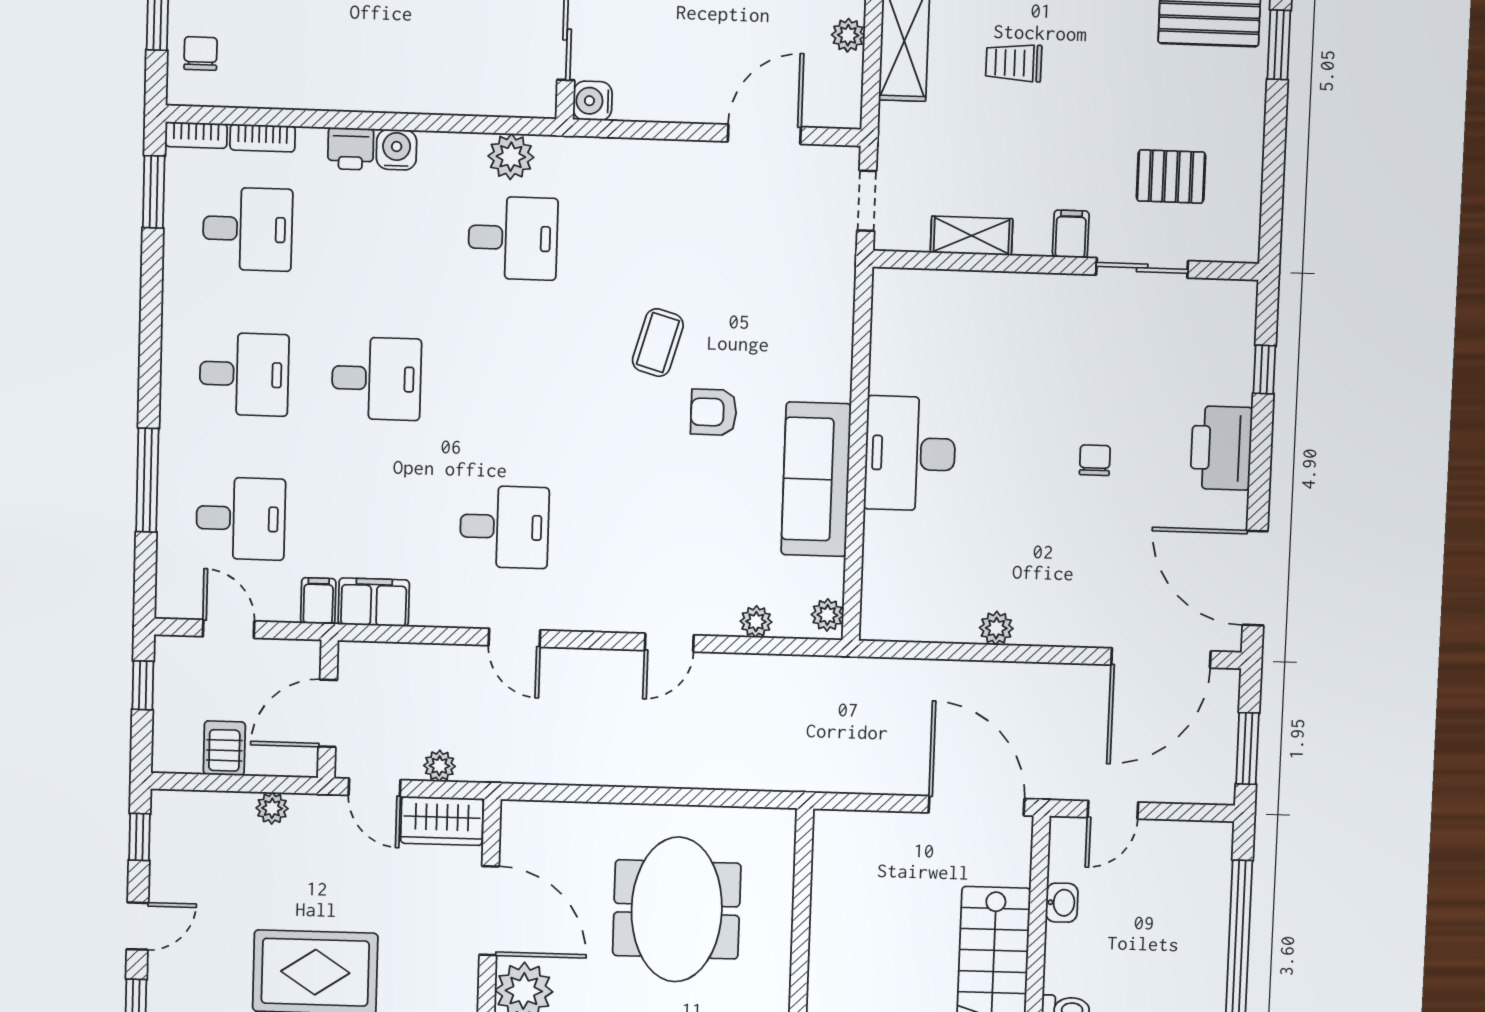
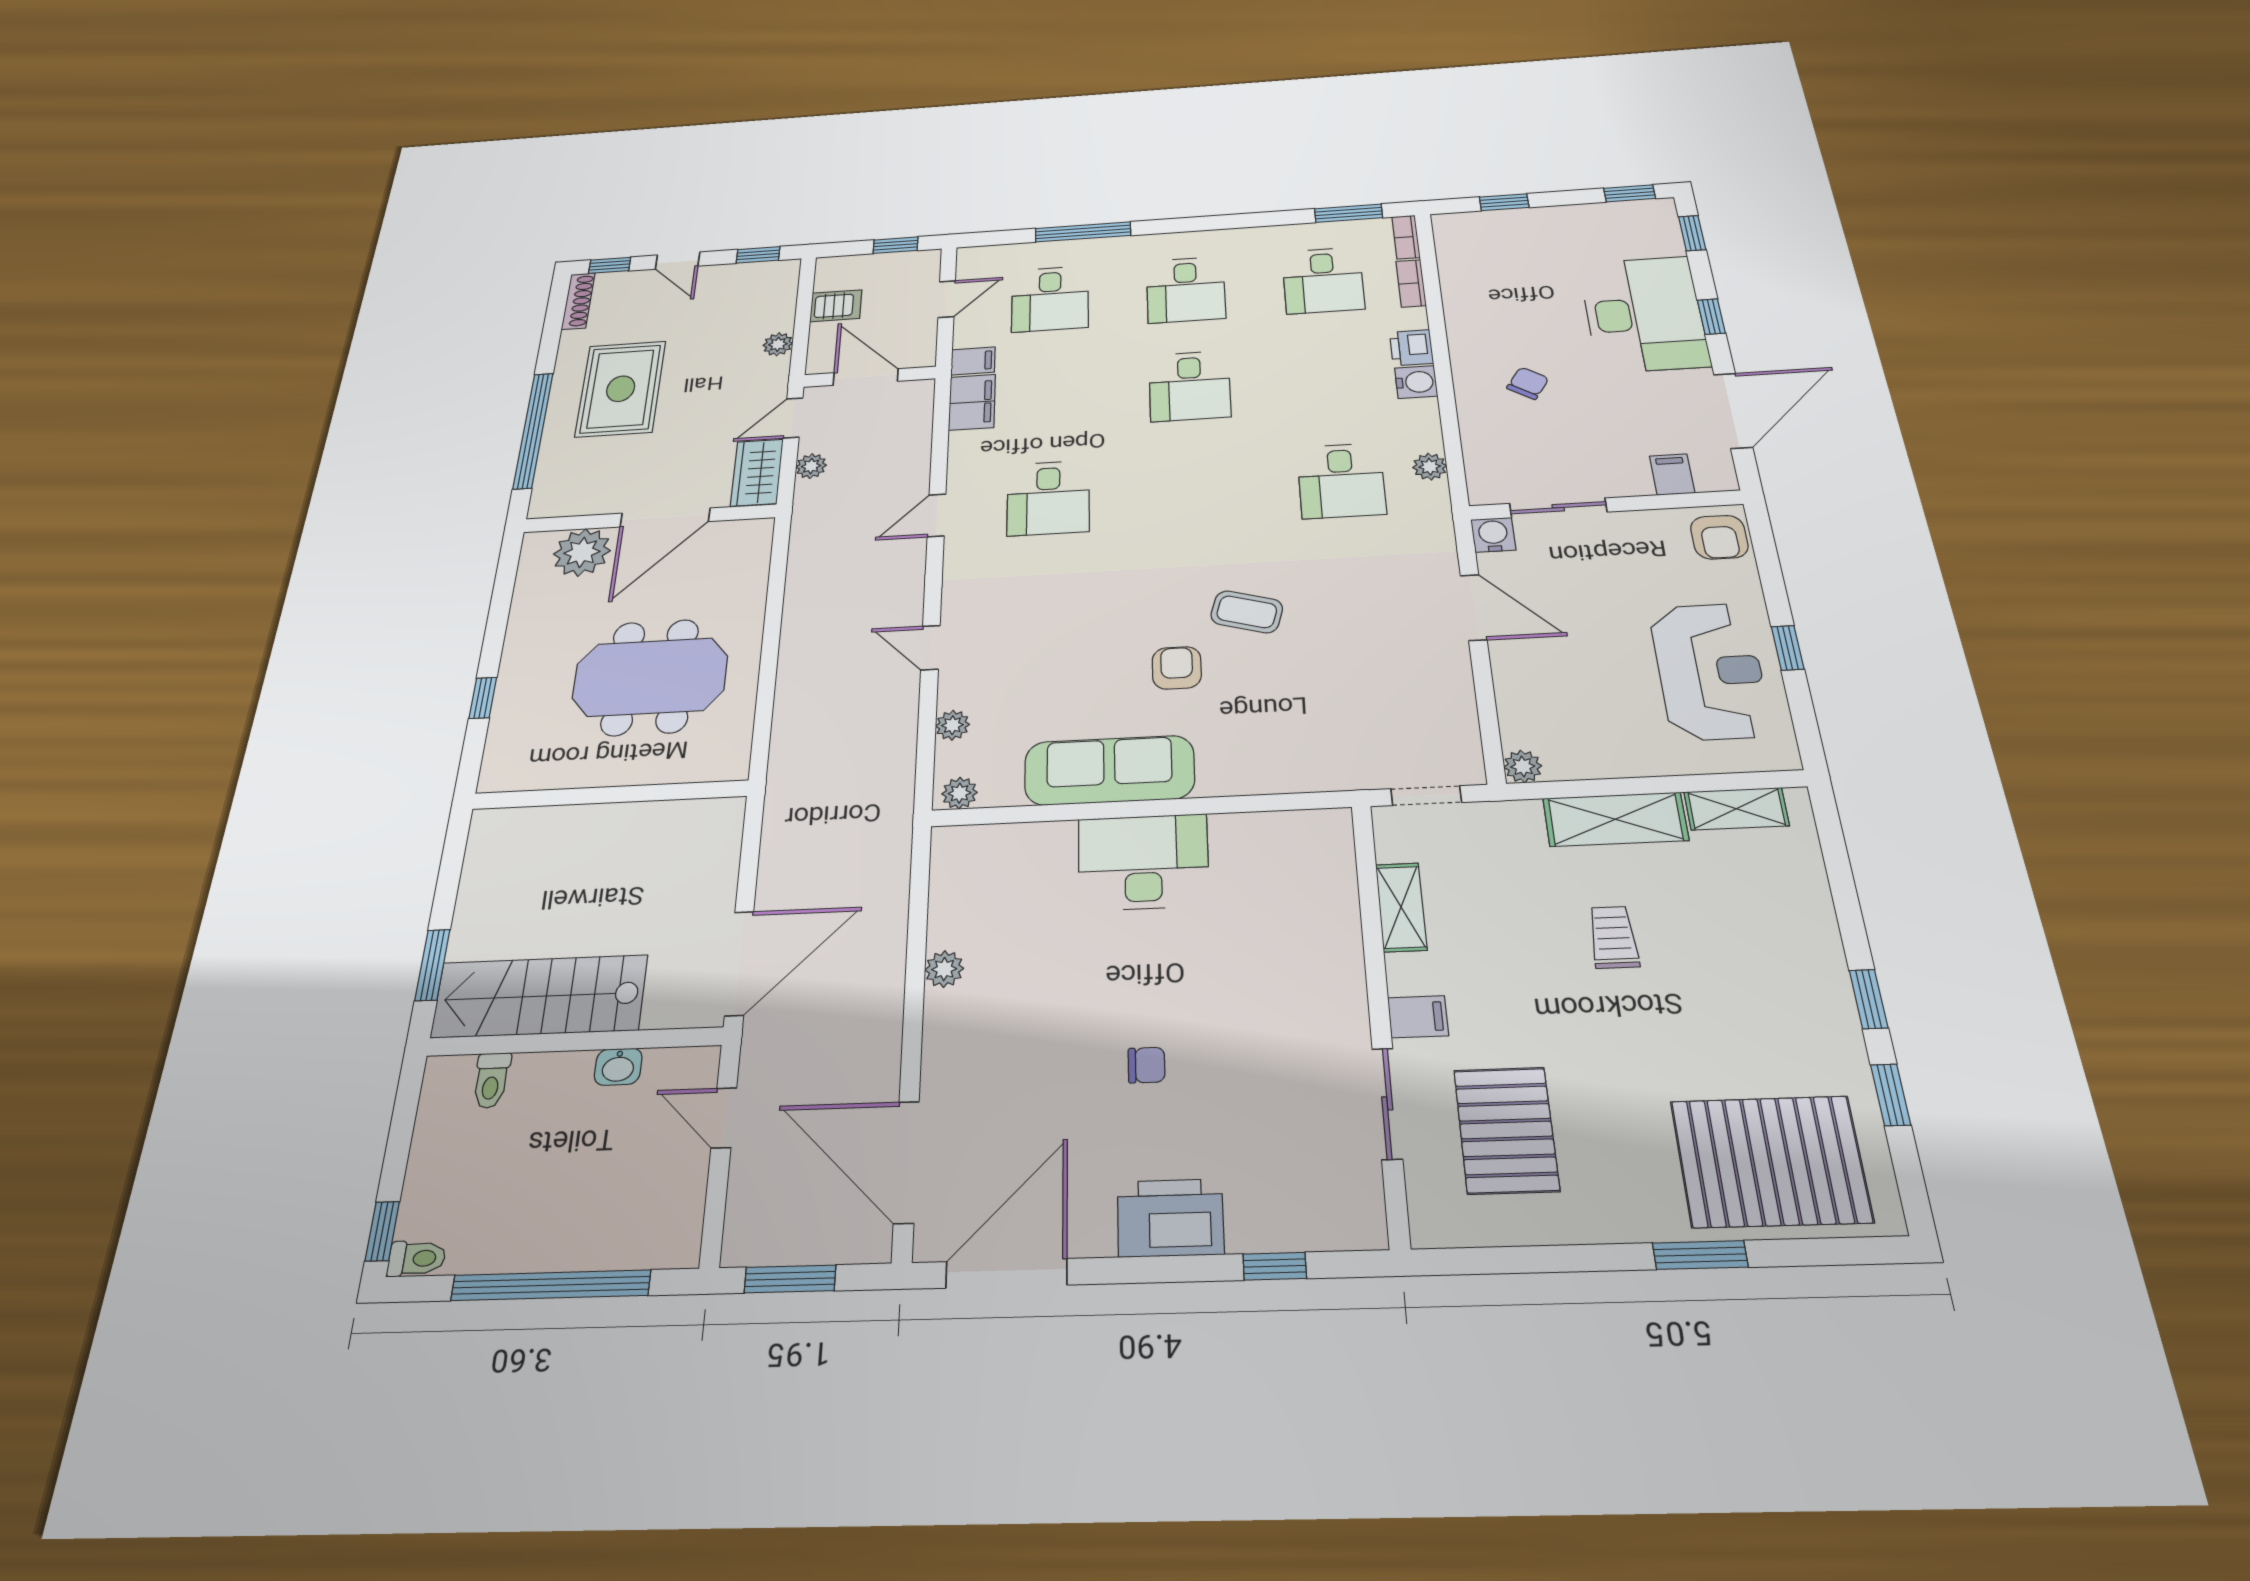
plant: (848, 35) -> (1523, 766), moved
chair: (201, 53) -> (1528, 383), moved, turned -57
door: (764, 134) -> (1474, 607), moved
plant: (511, 157) -> (1430, 467), width x0.73, depth x0.73
pallet: (1171, 177) -> (1506, 1130), width x1.50, depth x1.42

